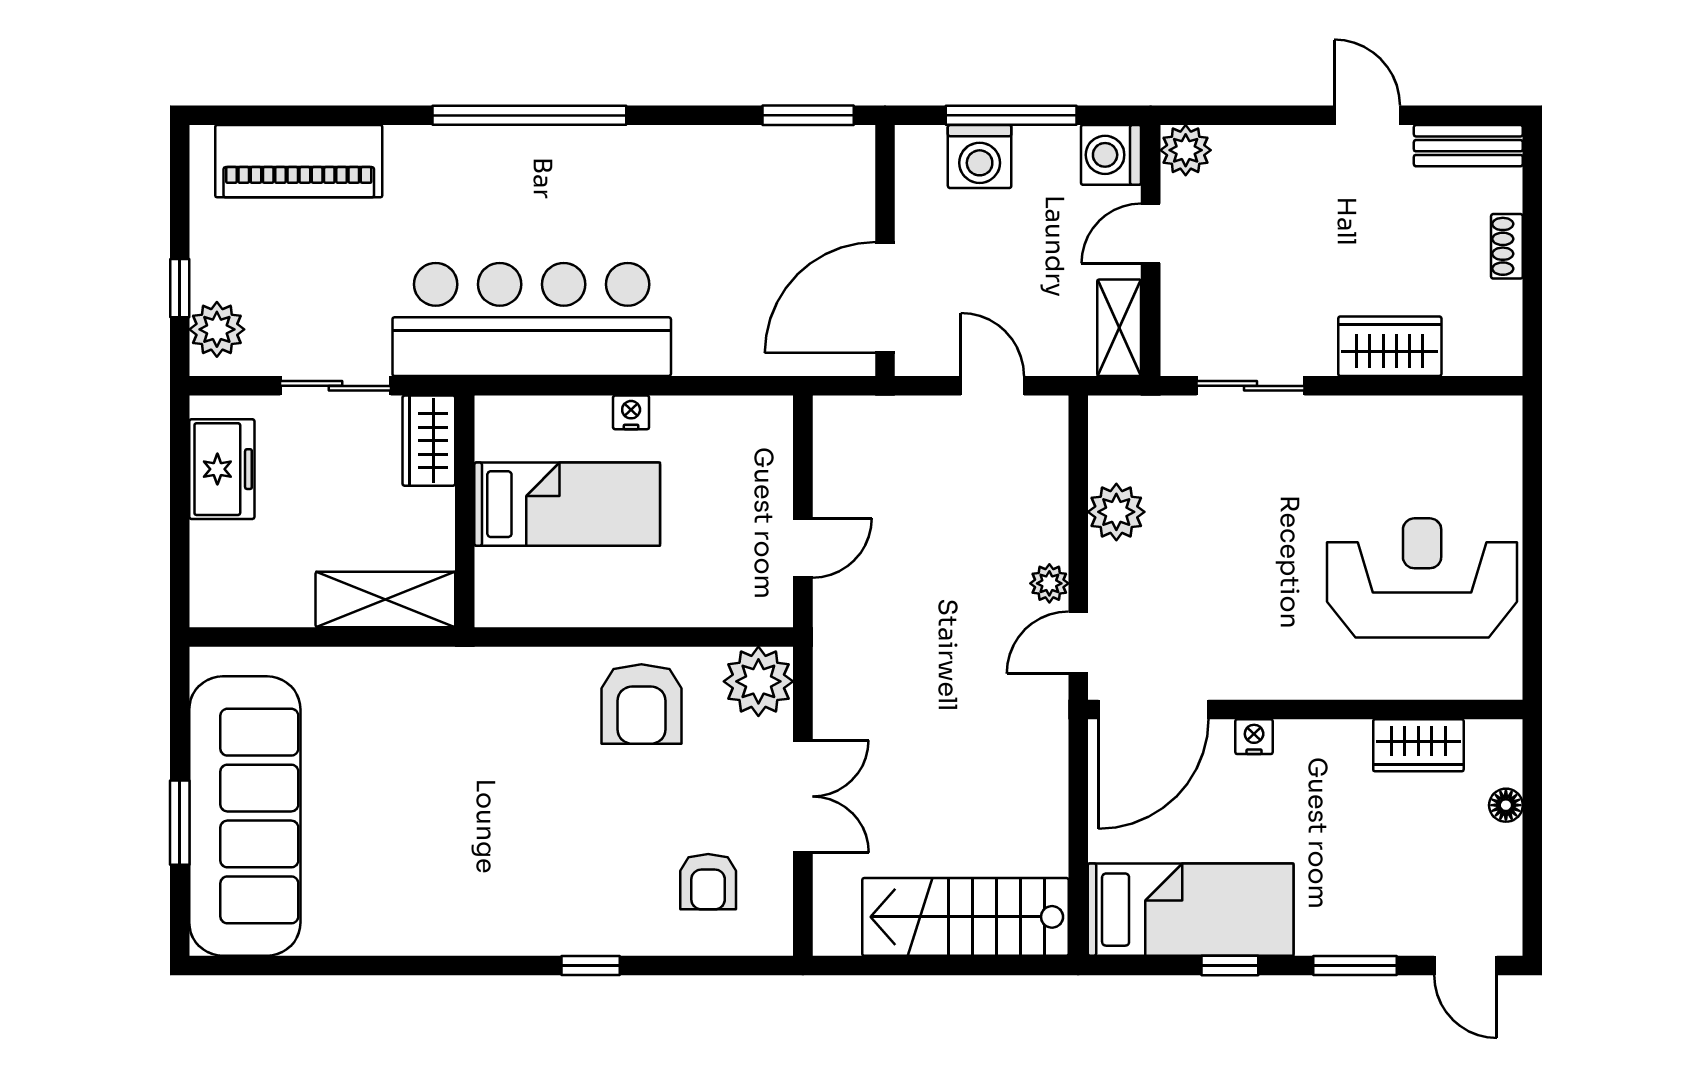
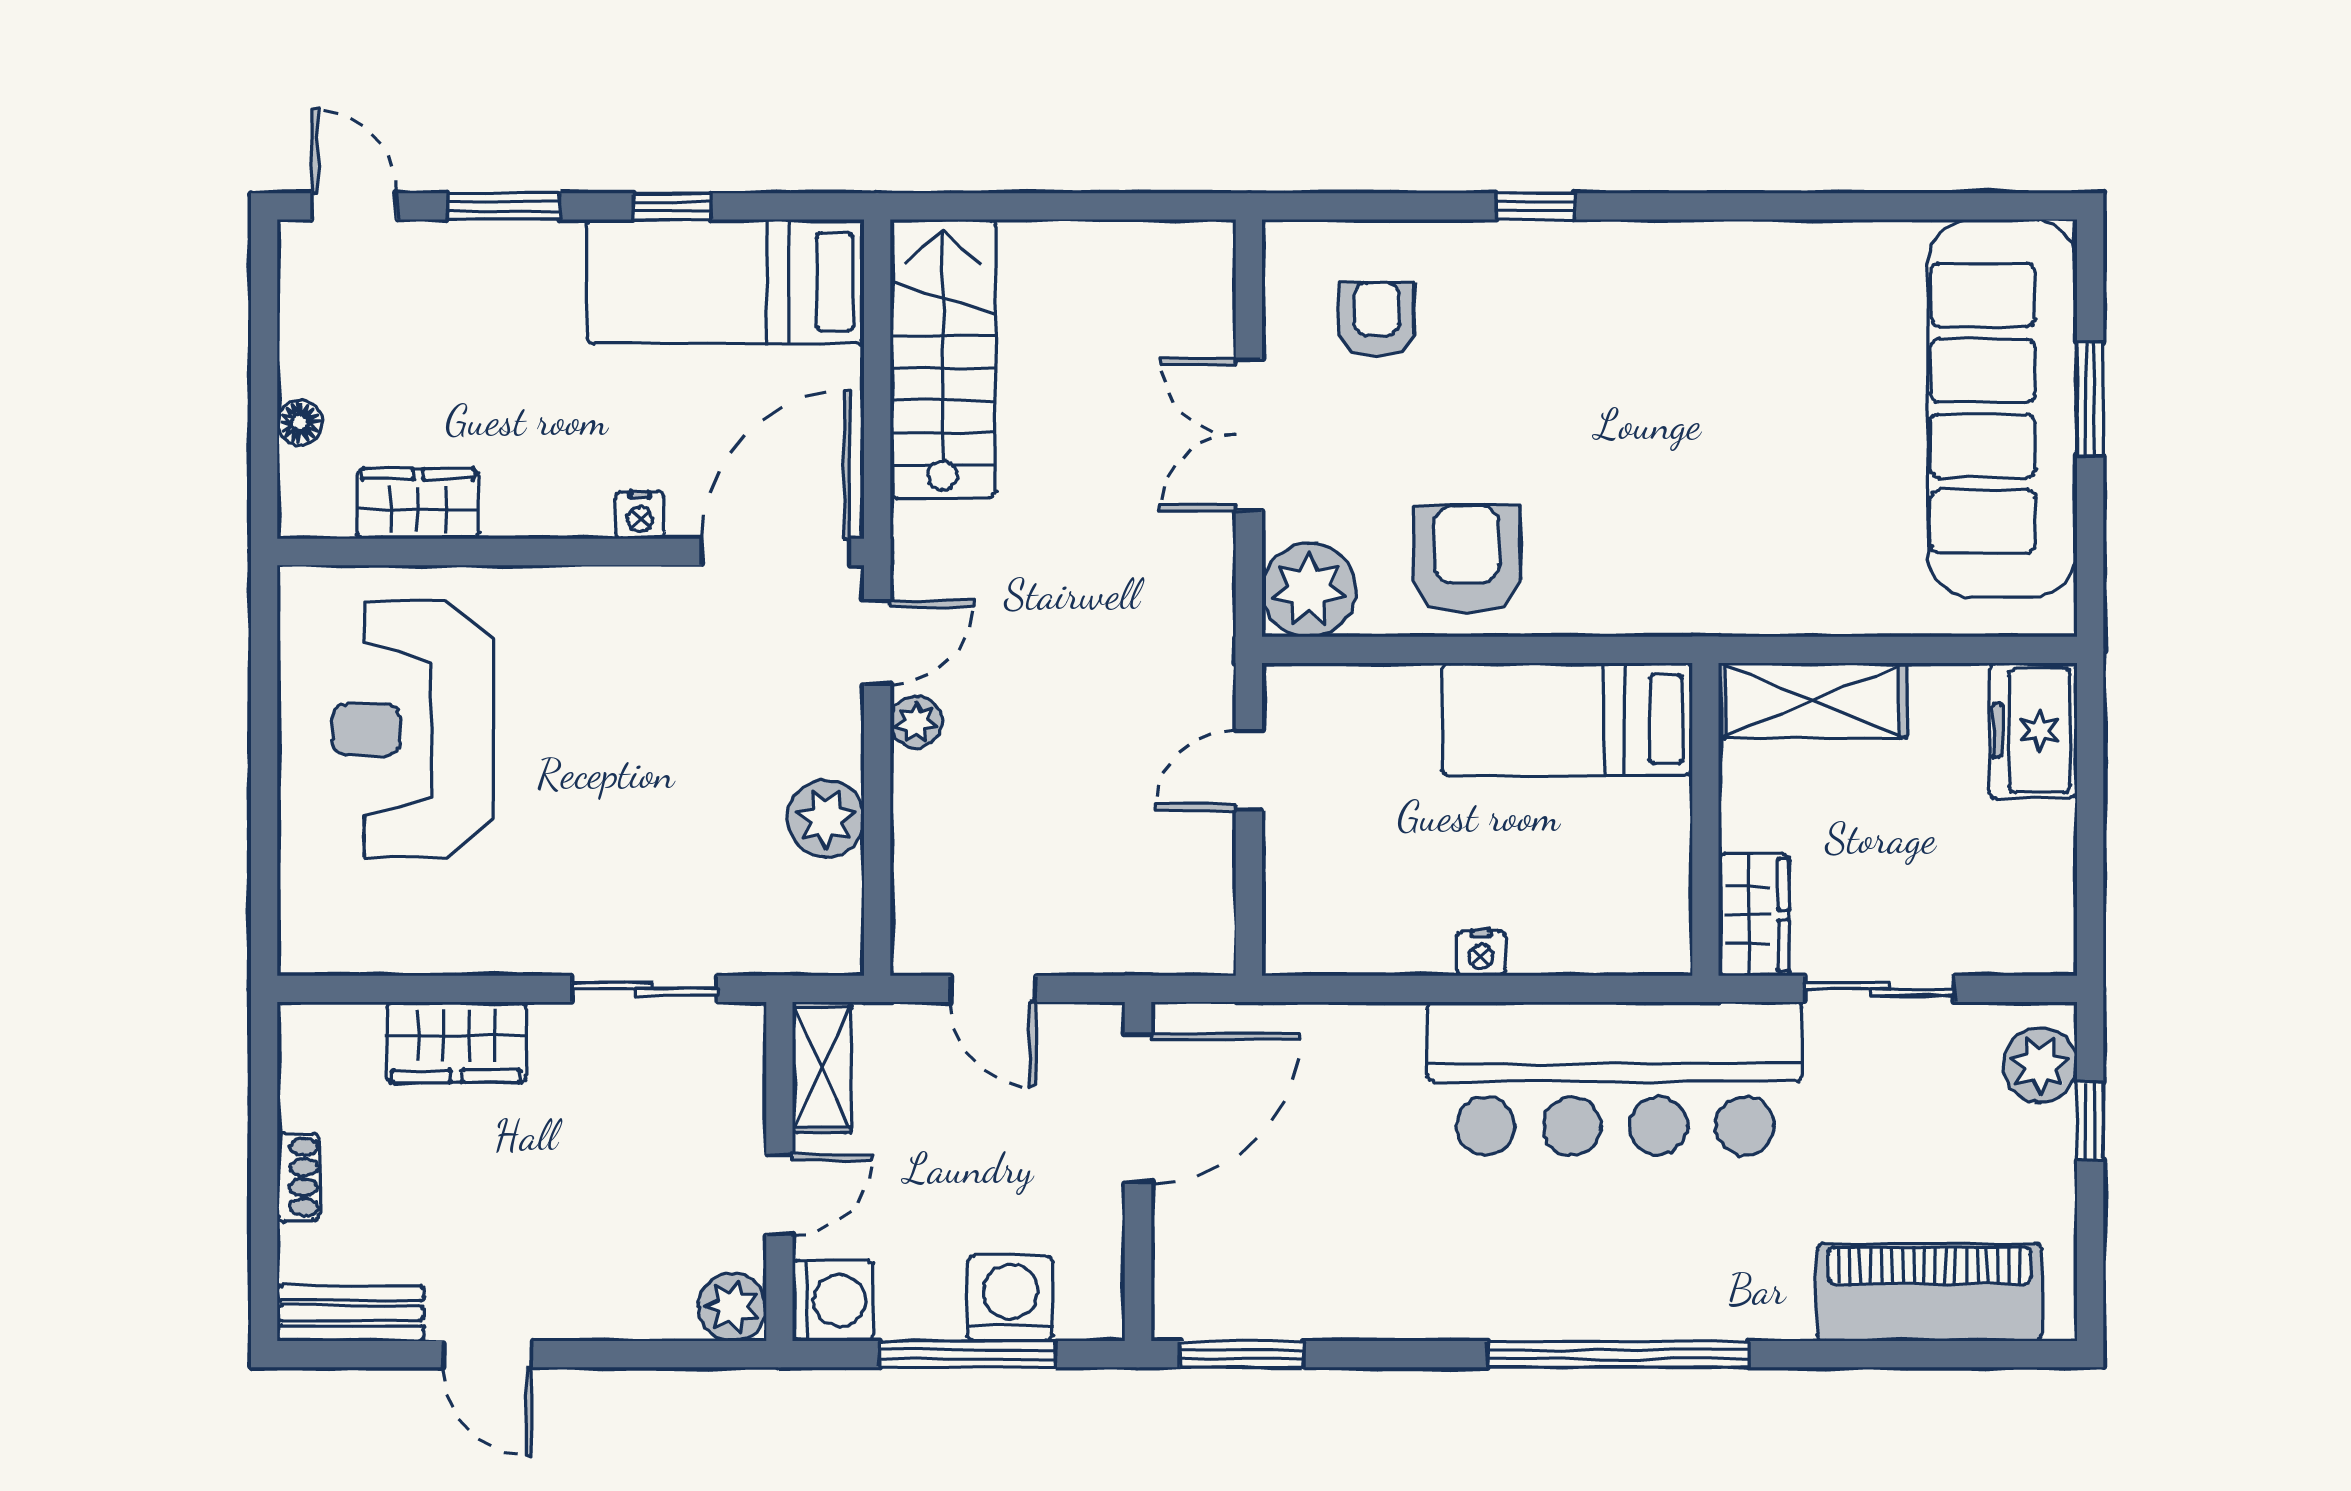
freezer: (222, 469) -> (2033, 730), moved
bed: (567, 504) -> (1567, 719), moved
reception desk: (1422, 578) -> (413, 730), turned 90
stairs: (965, 917) -> (943, 359), moved, turned -90

